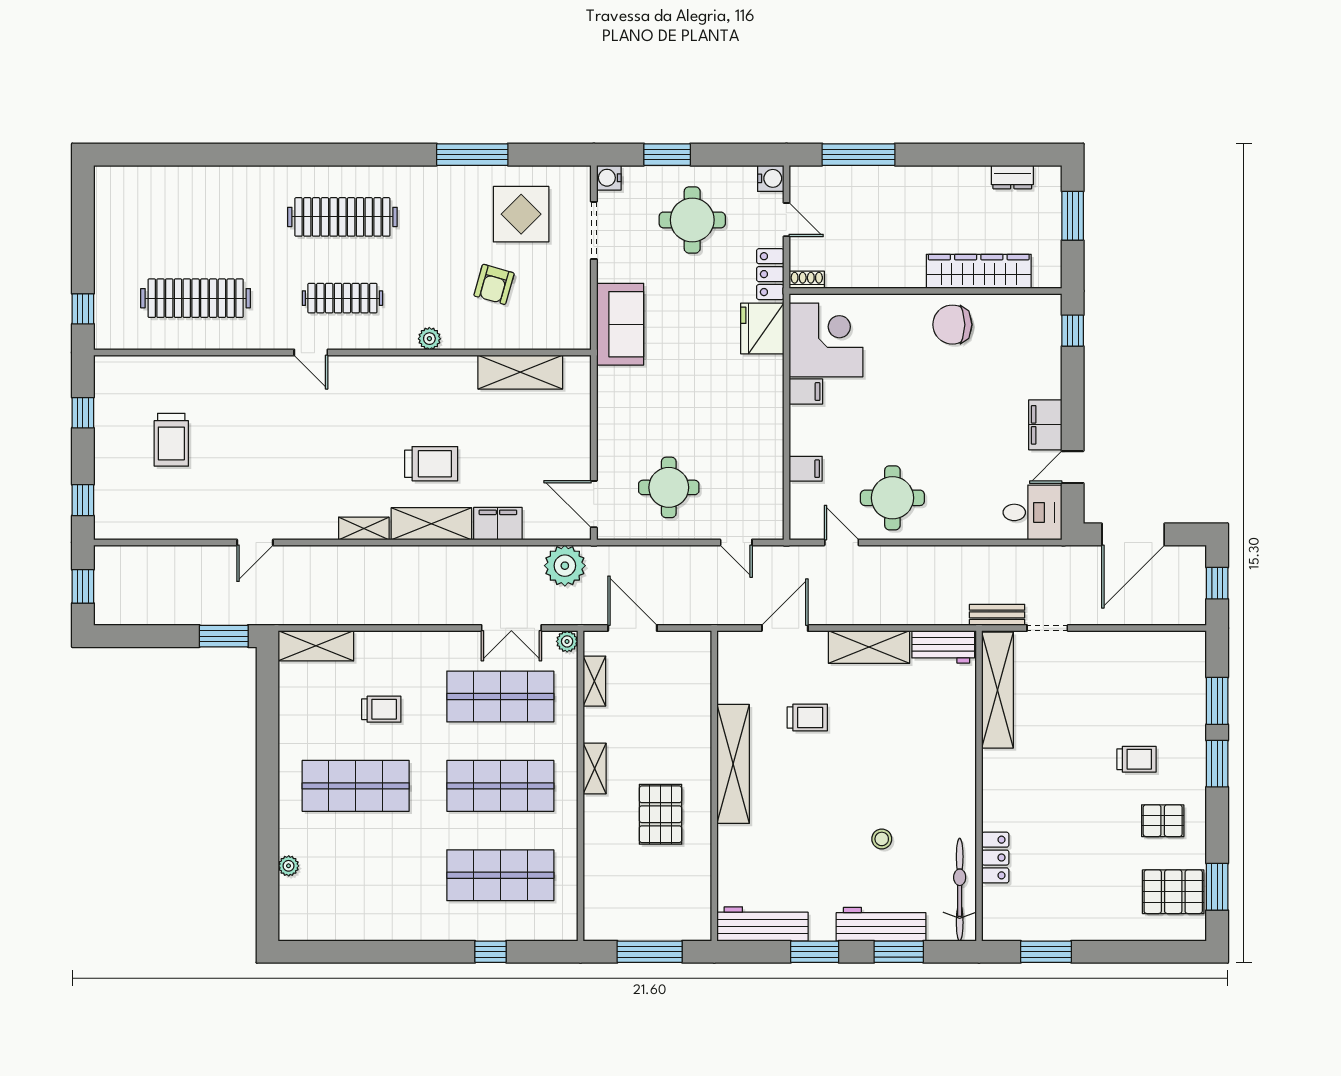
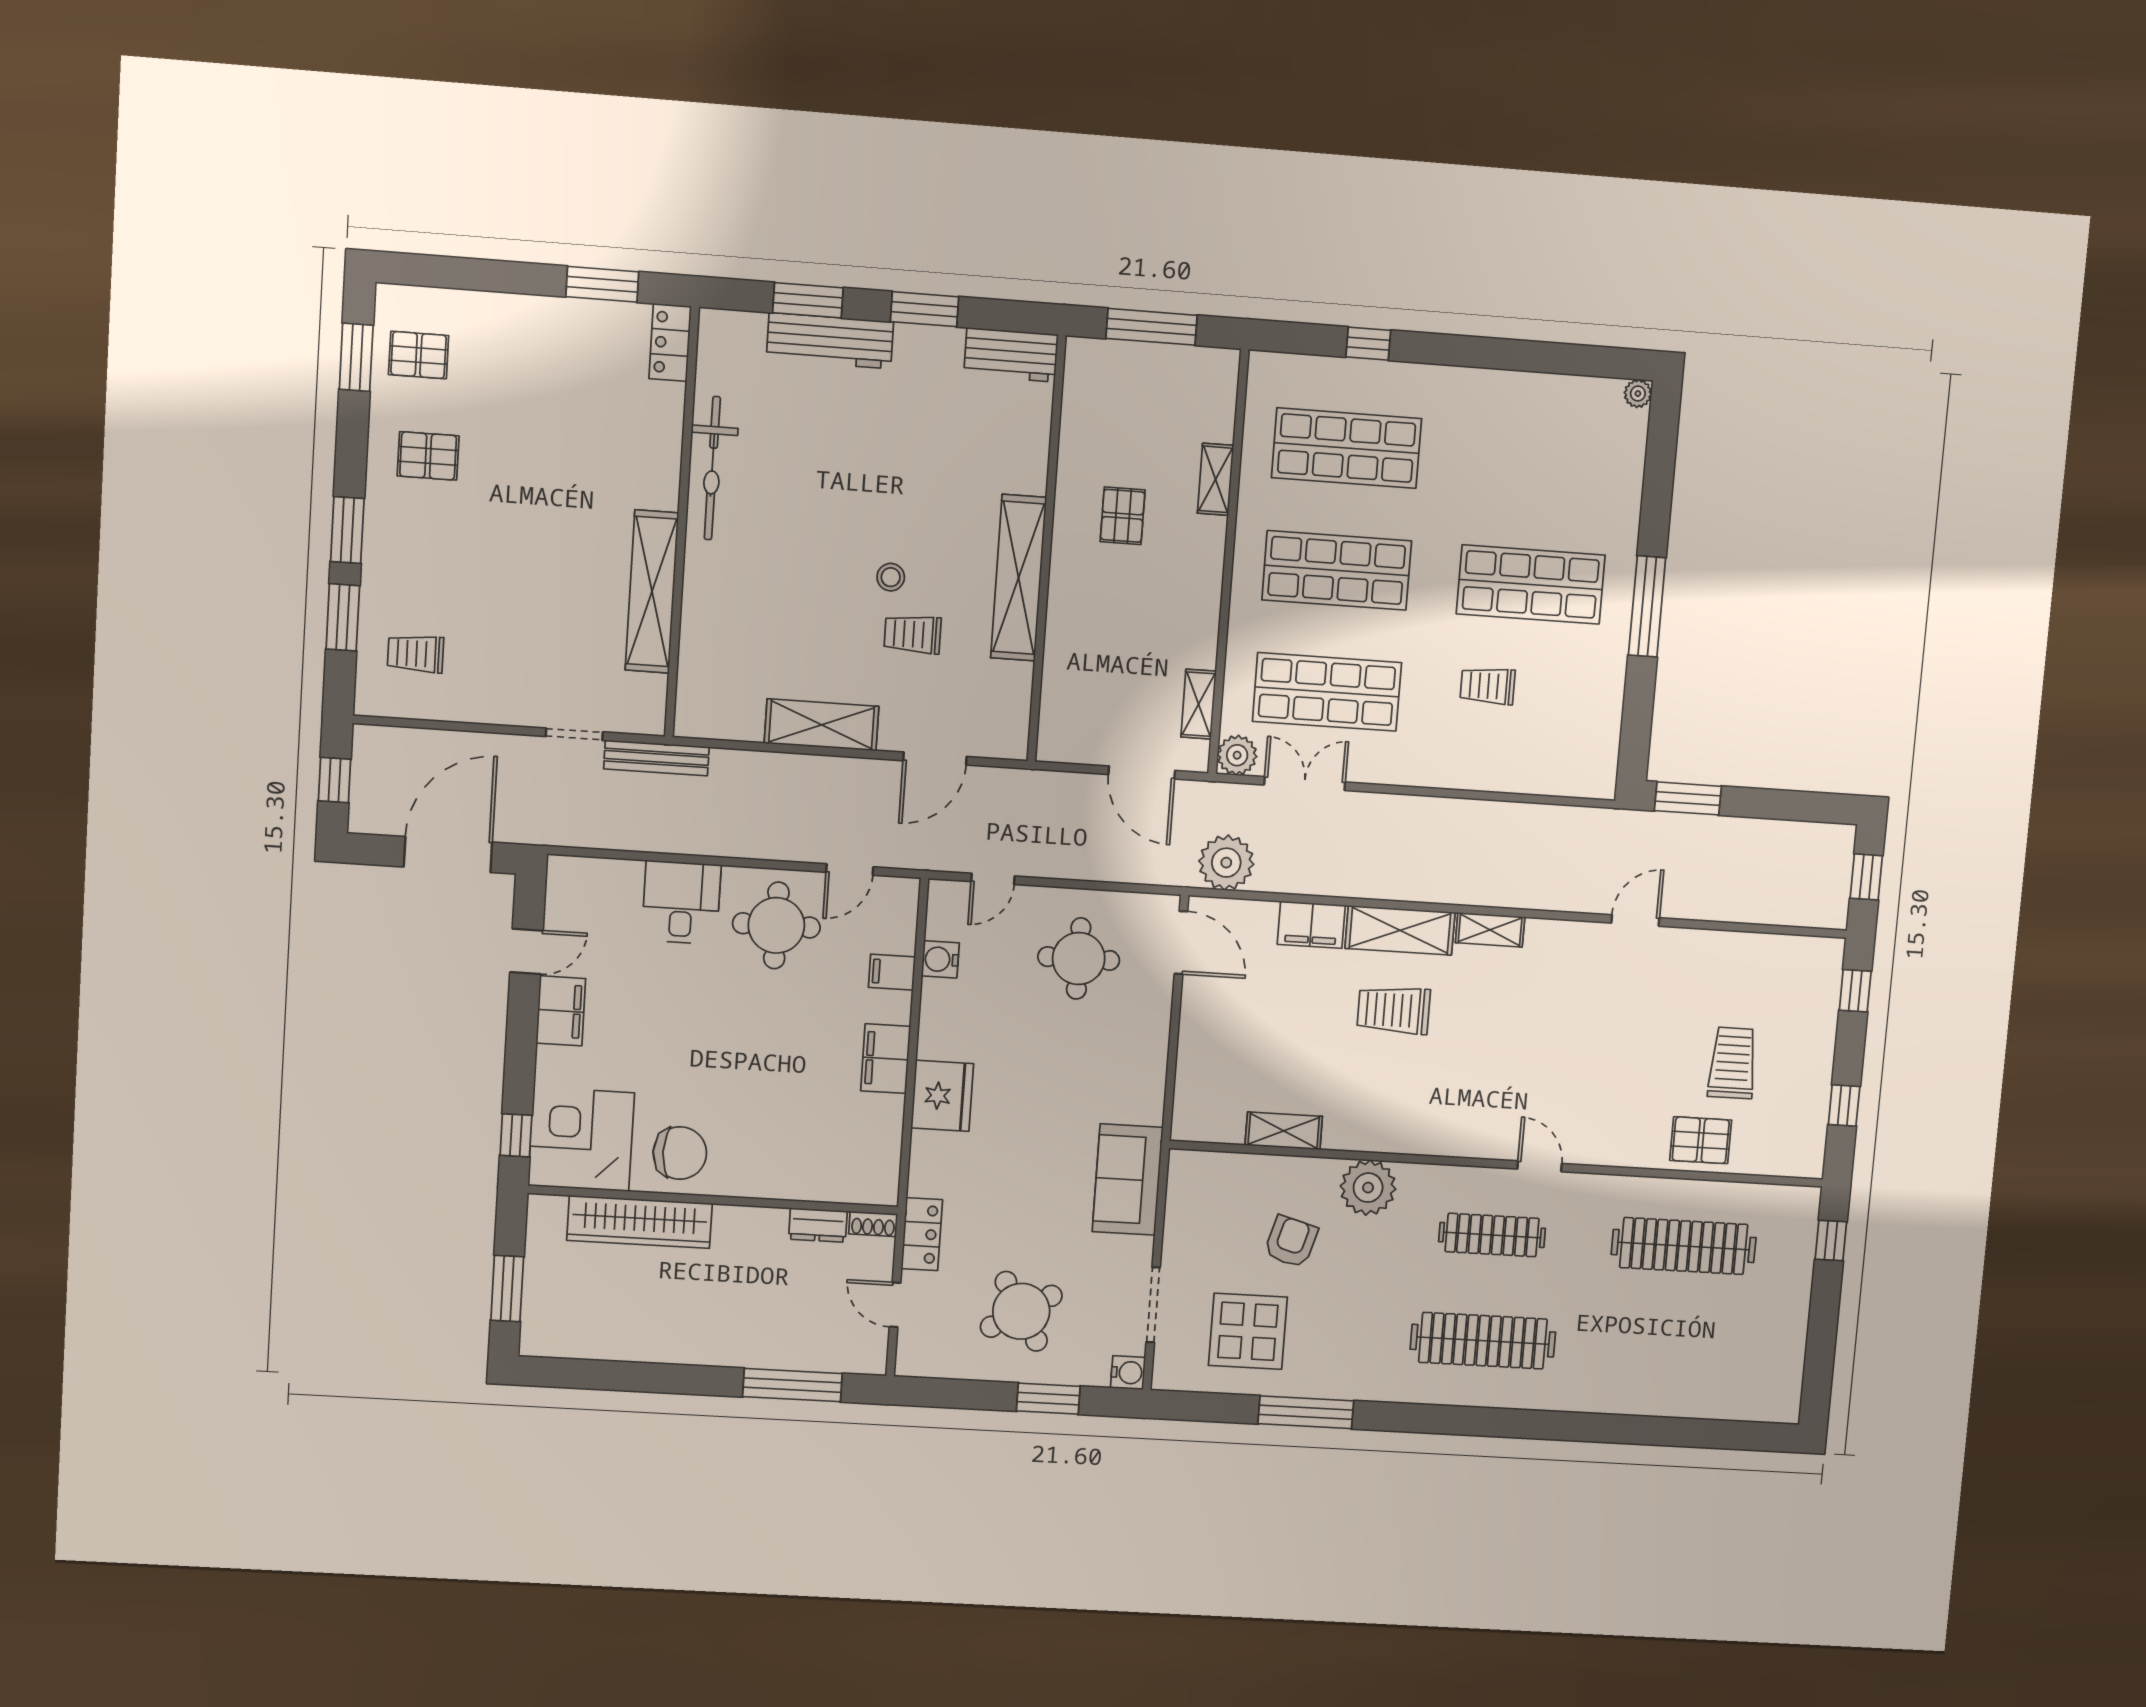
dresser: (1012, 177) -> (818, 1225), moved, turned 180
water cooler: (771, 178) -> (940, 959), moved
round table: (692, 220) -> (1021, 1311), turned -31
fridge: (762, 329) -> (942, 1096), moved
plant: (429, 339) -> (1368, 1188), width x1.88, depth x1.88
corner desk: (826, 340) -> (581, 1139), moved, turned 90
shelving: (520, 372) -> (1284, 1131), width x0.67, depth x0.75
pallet: (190, 380) -> (1701, 1140), added
filing cabinet: (806, 392) -> (886, 1059), width x2.00
desk: (1033, 512) -> (681, 902), moved, turned 90
door: (736, 542) -> (993, 879), swing flipped
door: (842, 542) -> (850, 870), hinge flipped
bench: (997, 615) -> (656, 758), width x1.36
plant: (567, 641) -> (1237, 755), width x1.38, depth x1.38
shelving: (316, 646) -> (1567, 777), removed
workbench: (943, 647) -> (720, 718), removed
shelving: (998, 690) -> (652, 592), moved
trolley: (1137, 759) -> (416, 654), moved
shelving: (595, 768) -> (1216, 479), moved
window: (267, 776) -> (1647, 606), added
pallet: (660, 814) -> (1123, 516), width x0.67, depth x0.71
stool: (882, 839) -> (891, 577), moved
locker: (995, 858) -> (670, 342), moved
plant: (289, 866) -> (1638, 394), moved
bicycle: (960, 890) -> (712, 468), moved
pallet: (1173, 892) -> (419, 355), width x0.67, depth x0.71
workbench: (762, 924) -> (1011, 355), width x0.73

